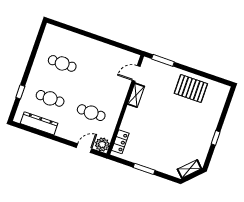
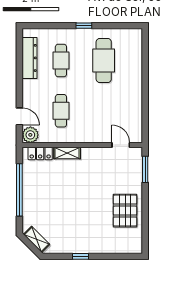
cafe table: (62, 63) -> (104, 60), width x1.37, depth x1.35
window: (20, 92) -> (84, 26), moved
shelving: (136, 95) -> (67, 153), moved
window: (144, 169) -> (19, 190), width x2.11

